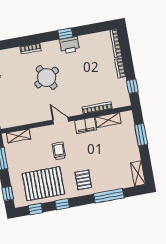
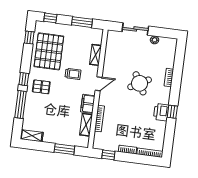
shelving: (19, 136) -> (95, 55), moved
window: (62, 204) -> (24, 79), moved

